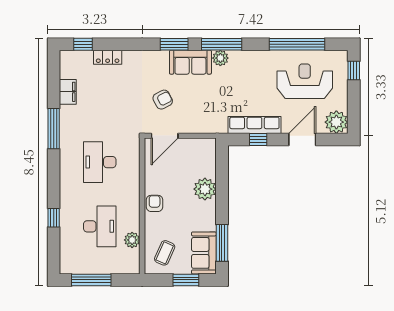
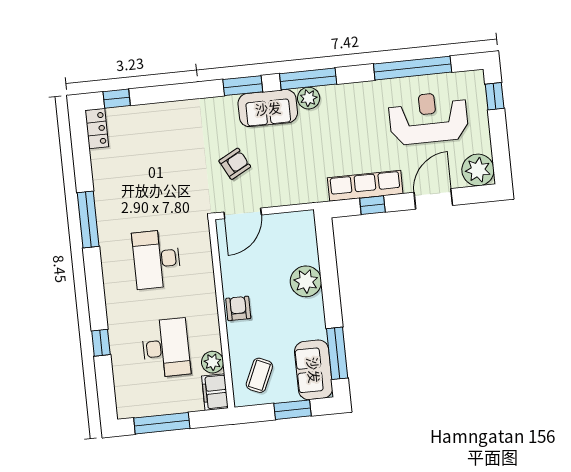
locker: (108, 57) -> (97, 128), moved, turned -90
filing cabinet: (68, 92) -> (215, 392), moved, turned 180

